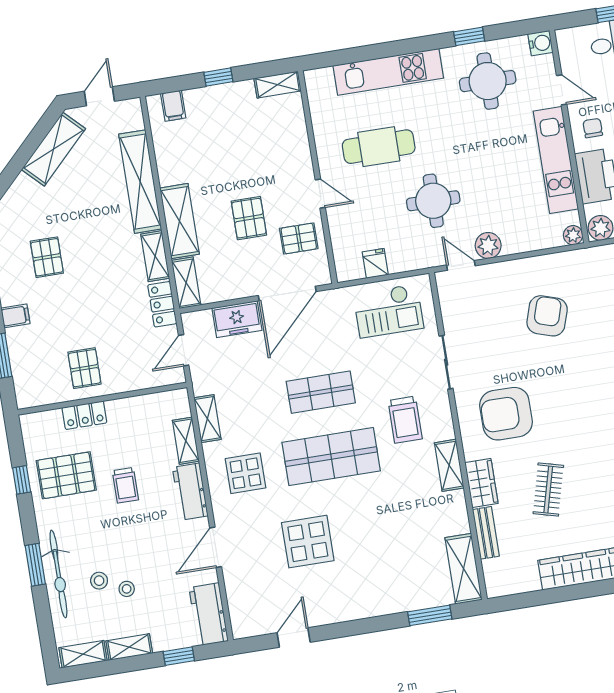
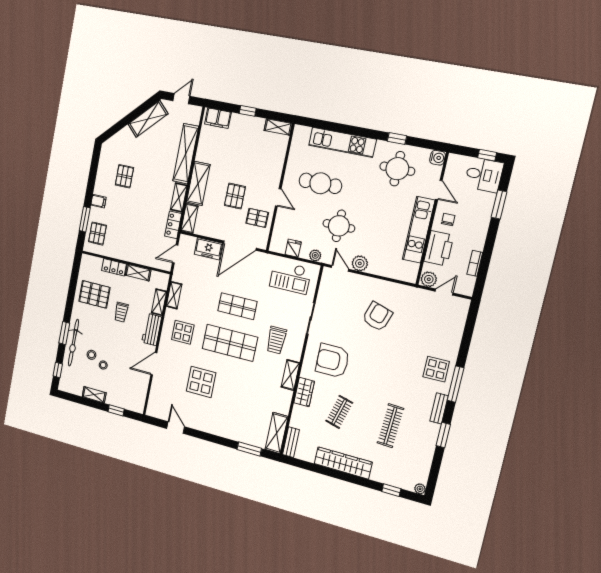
filing cabinet: (173, 106) -> (218, 118), width x2.00
plant: (573, 235) -> (315, 255), moved
pallet: (84, 368) -> (97, 234), moved
window: (22, 480) -> (58, 370), moved
bench: (486, 533) -> (291, 442), moved
workbench: (209, 614) -> (138, 396), removed
door: (294, 638) -> (176, 428), hinge flipped
shelving: (83, 654) -> (138, 273), moved

